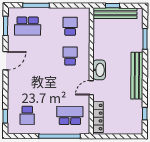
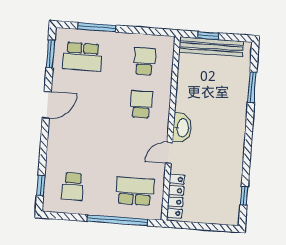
bench: (137, 76) -> (237, 140), removed

